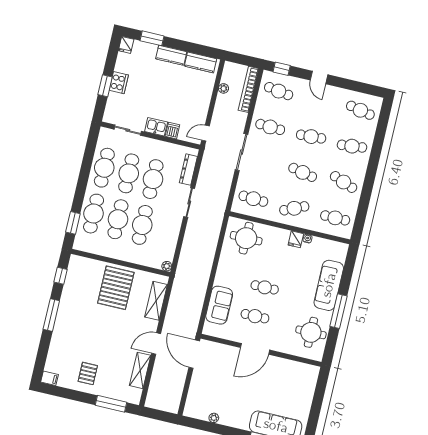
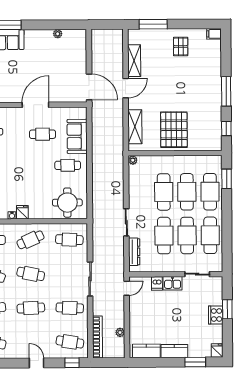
cafe table: (265, 287) -> (68, 165), moved

